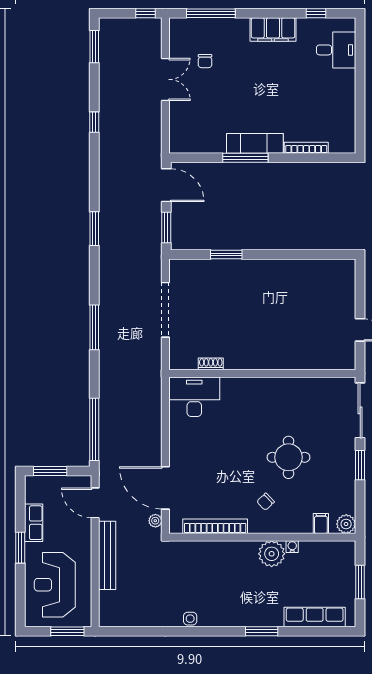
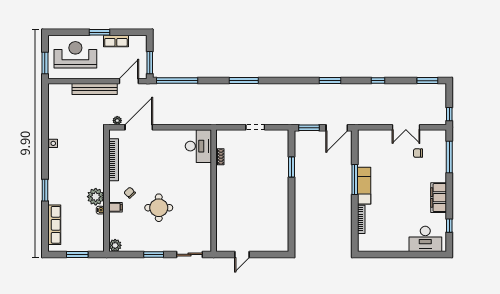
desk: (336, 50) -> (425, 239), width x1.37
window: (94, 229) -> (330, 81), moved
doorway: (165, 310) -> (255, 127), width x0.53
sliding door: (360, 410) -> (189, 254), width x0.73
window: (50, 471) -> (150, 63), moved
filing cabinet: (321, 523) -> (115, 207), moved

